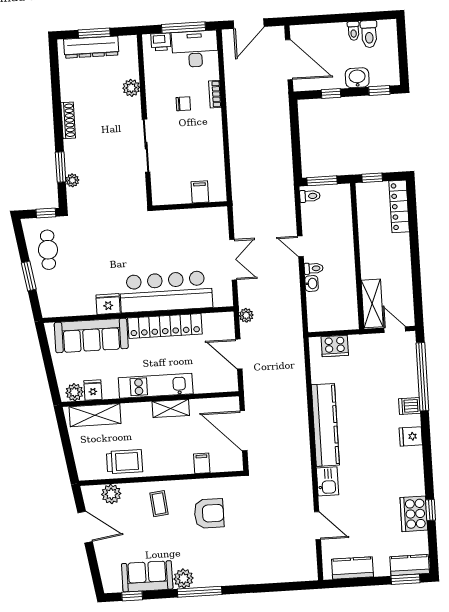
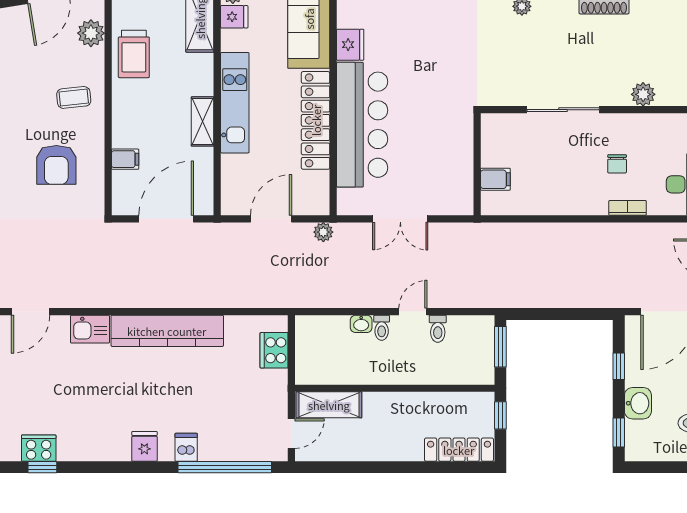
toilet: (310, 196) -> (438, 329), moved
cooker: (414, 514) -> (39, 448), width x0.73, depth x0.76

